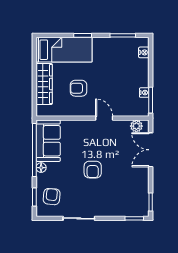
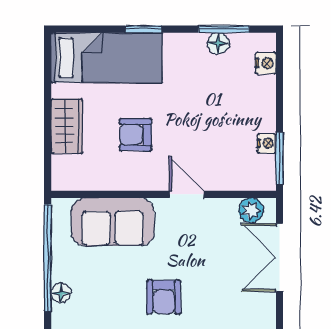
floor lamp: (120, 42) -> (218, 43), added
wardrobe: (44, 84) -> (67, 126), width x0.67
sofa: (48, 141) -> (113, 222), moved, turned 90

